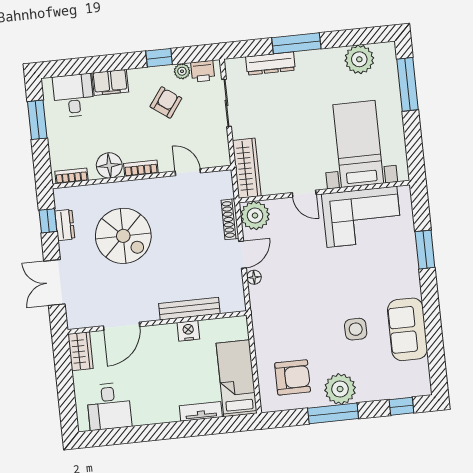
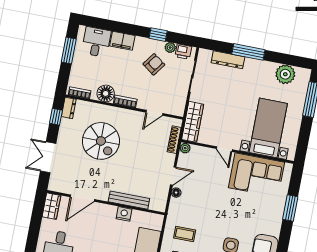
door: (188, 172) -> (154, 113), swing flipped
plant: (255, 215) -> (185, 148), width x0.53, depth x0.53
shoe rack: (230, 219) -> (174, 140), moved
dresser: (65, 225) -> (69, 108), moved
coffee table: (284, 333) -> (185, 234), added

